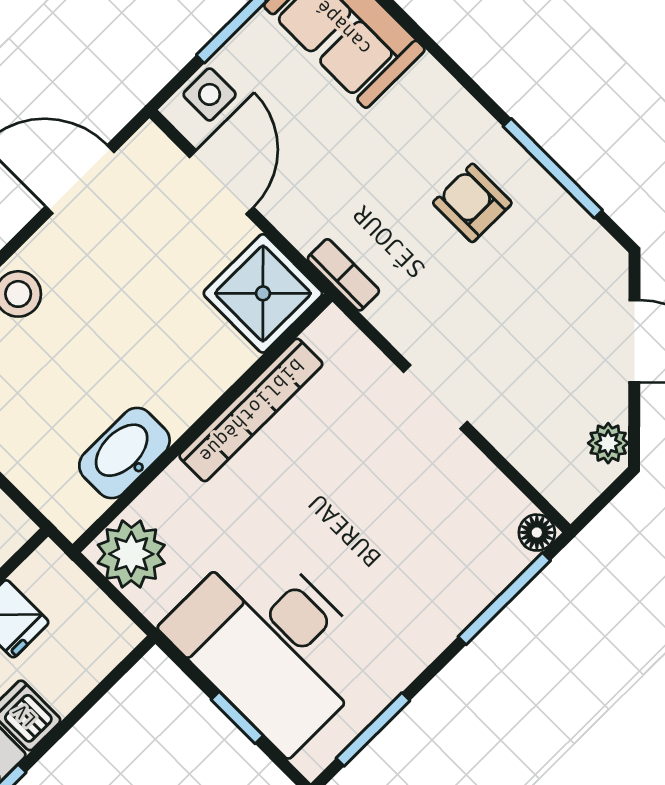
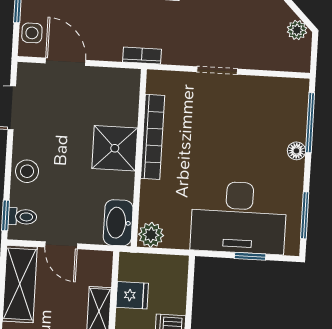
shower: (263, 293) -> (115, 148), moved
washbasin: (124, 453) -> (118, 223), moved
floor lamp: (537, 533) -> (296, 151), moved
plant: (131, 554) -> (151, 235), width x0.73, depth x0.73

